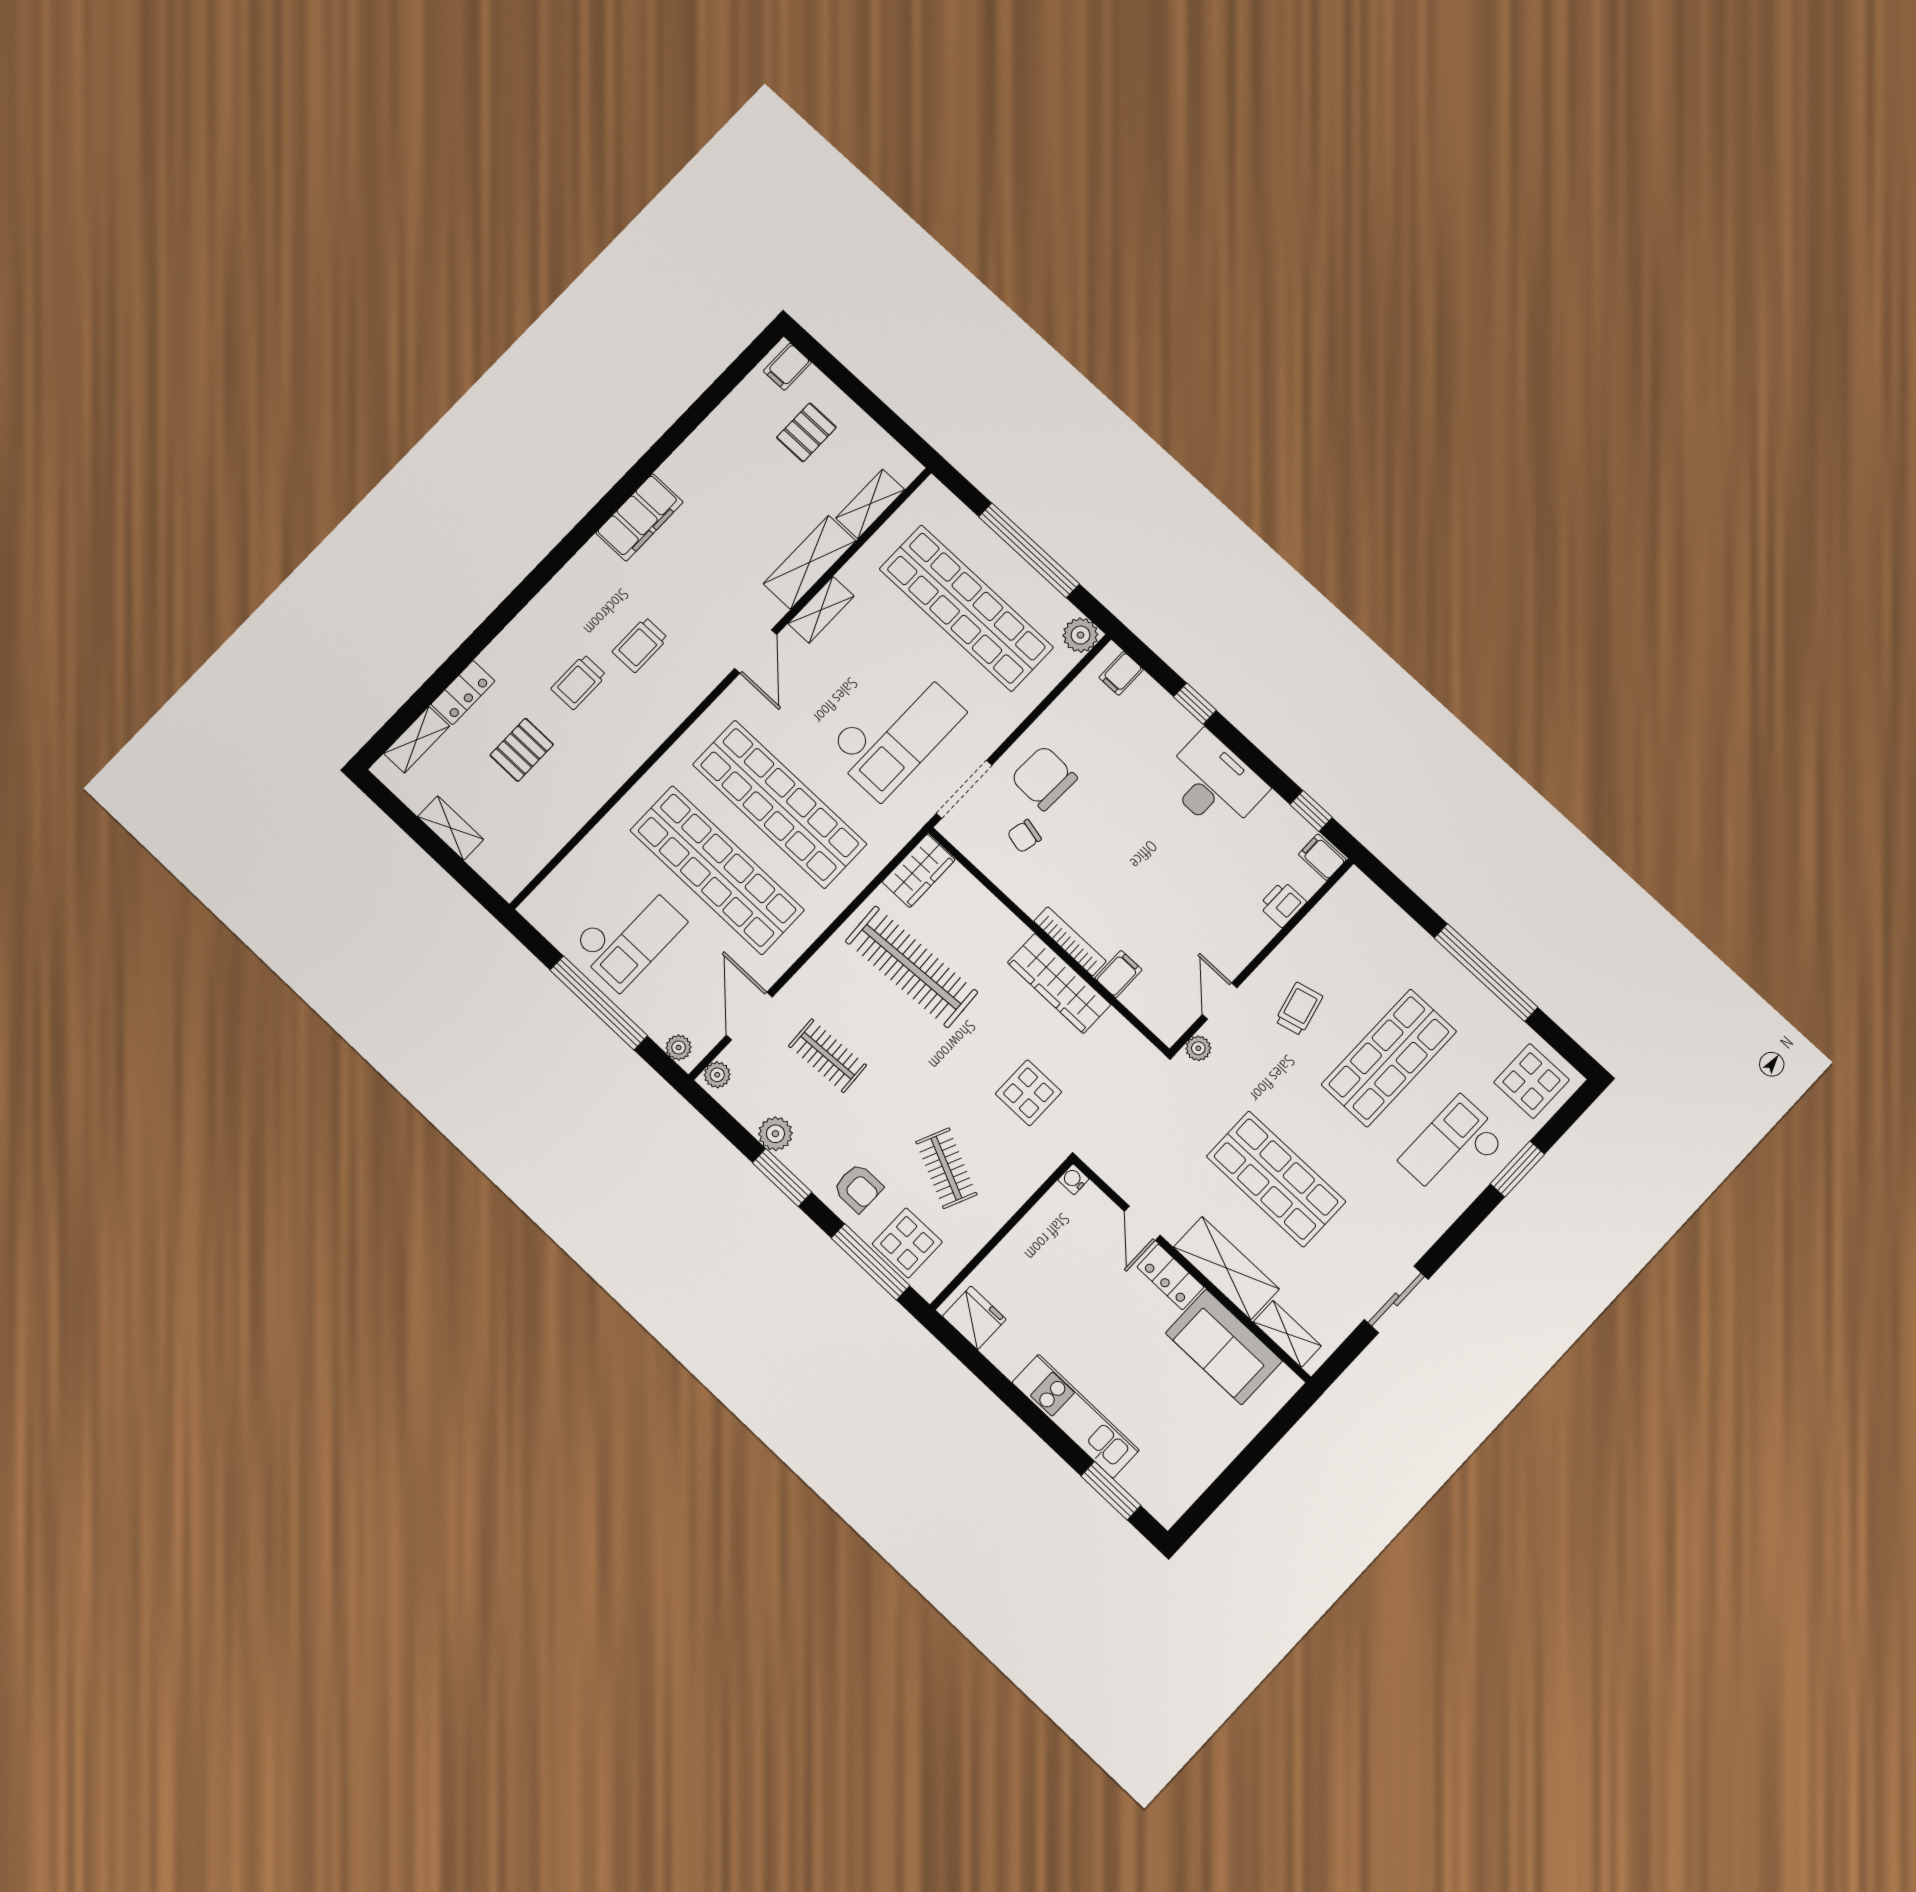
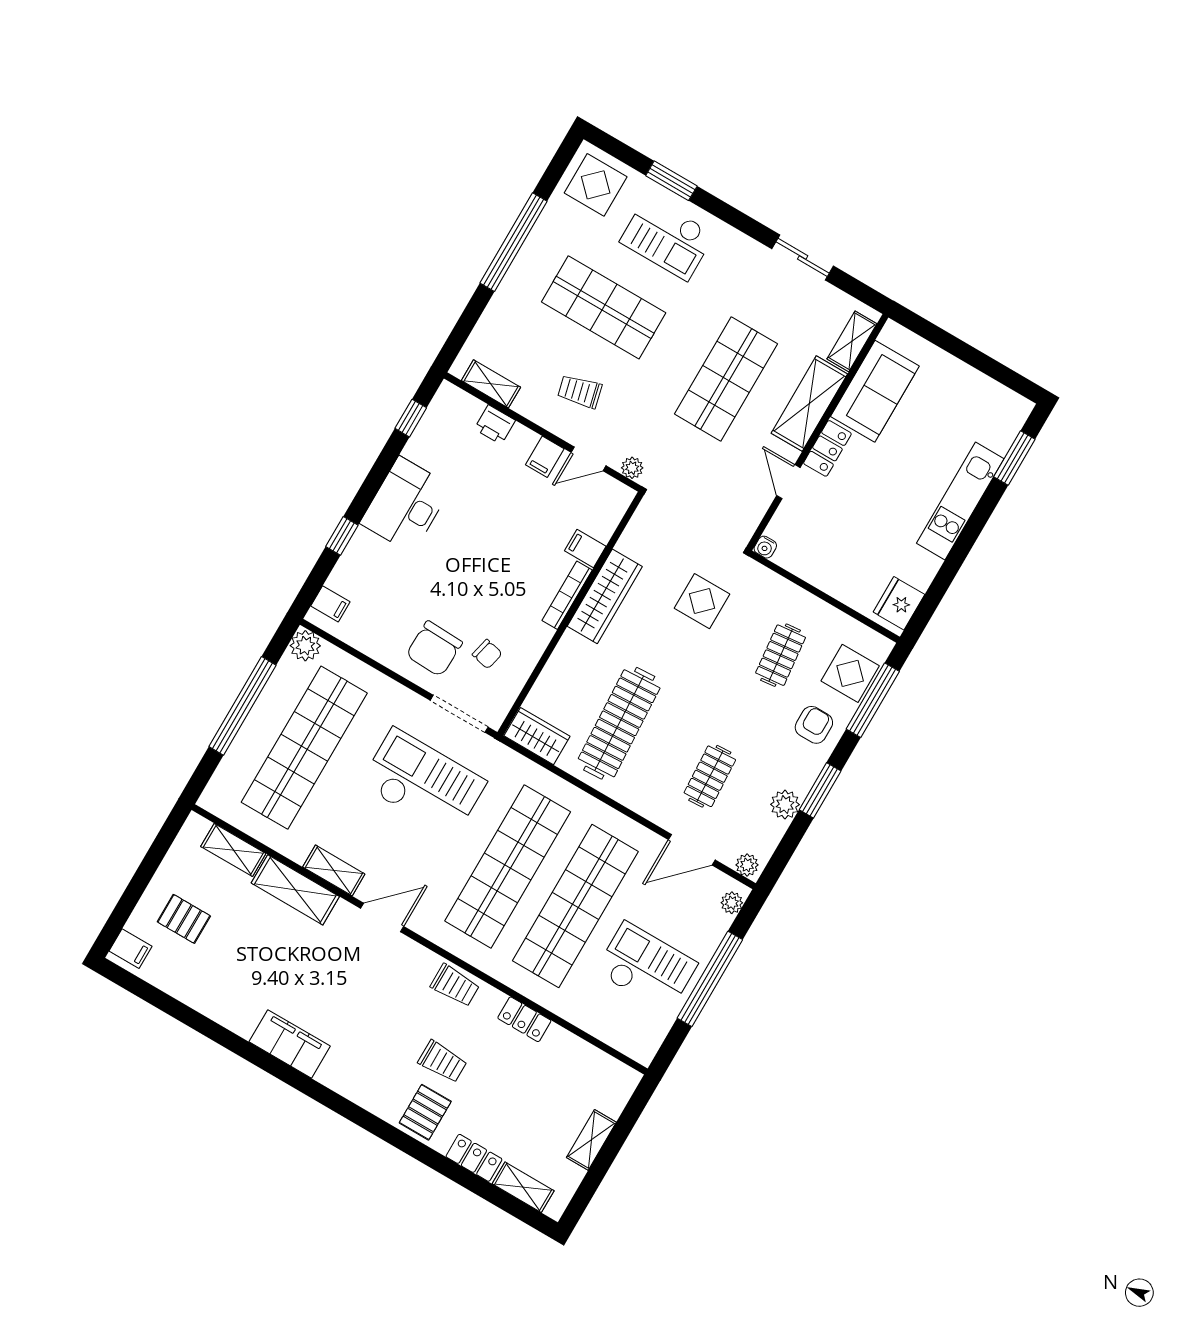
trolley: (640, 645) -> (455, 985), moved
pallet: (522, 750) -> (425, 1112), moved, turned 90
locker: (604, 784) -> (524, 1019), added
filing cabinet: (1322, 857) -> (545, 457), moved
shelving: (1330, 910) -> (491, 384), added
clothes rail: (946, 1168) -> (781, 655), turned -30
door: (1142, 1223) -> (788, 482), swing flipped

